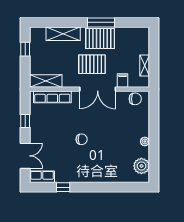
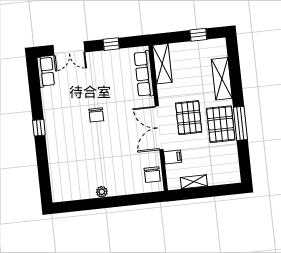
plant: (141, 166) -> (72, 191), removed
window: (63, 187) -> (39, 128), moved

